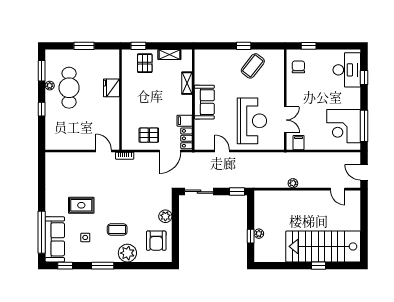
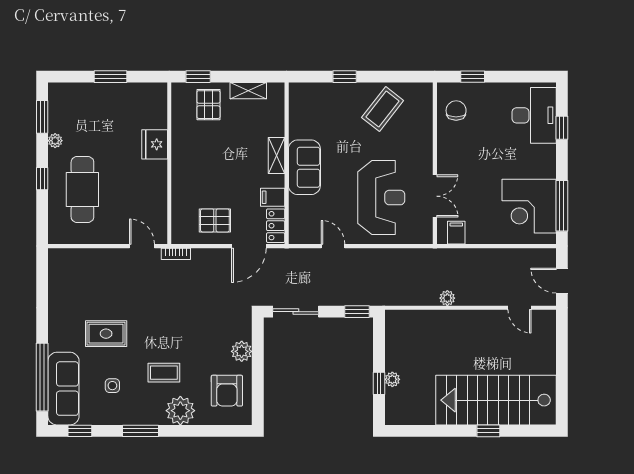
window: (244, 46) -> (345, 77), moved
shelving: (187, 83) -> (277, 156), moved
cafe table: (69, 88) -> (82, 190), moved

